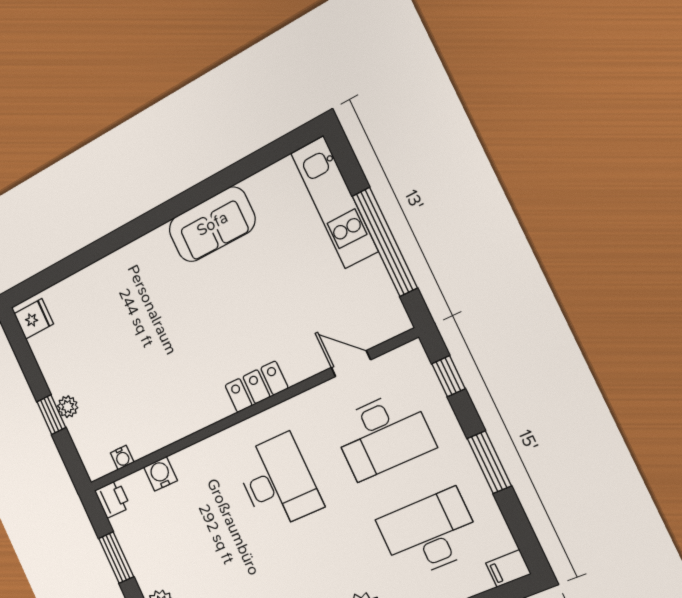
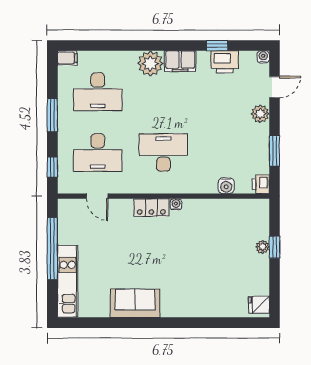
desk: (383, 435) -> (98, 153), turned 180
water cooler: (122, 457) -> (176, 204), moved
desk: (278, 482) -> (163, 153), turned 90

